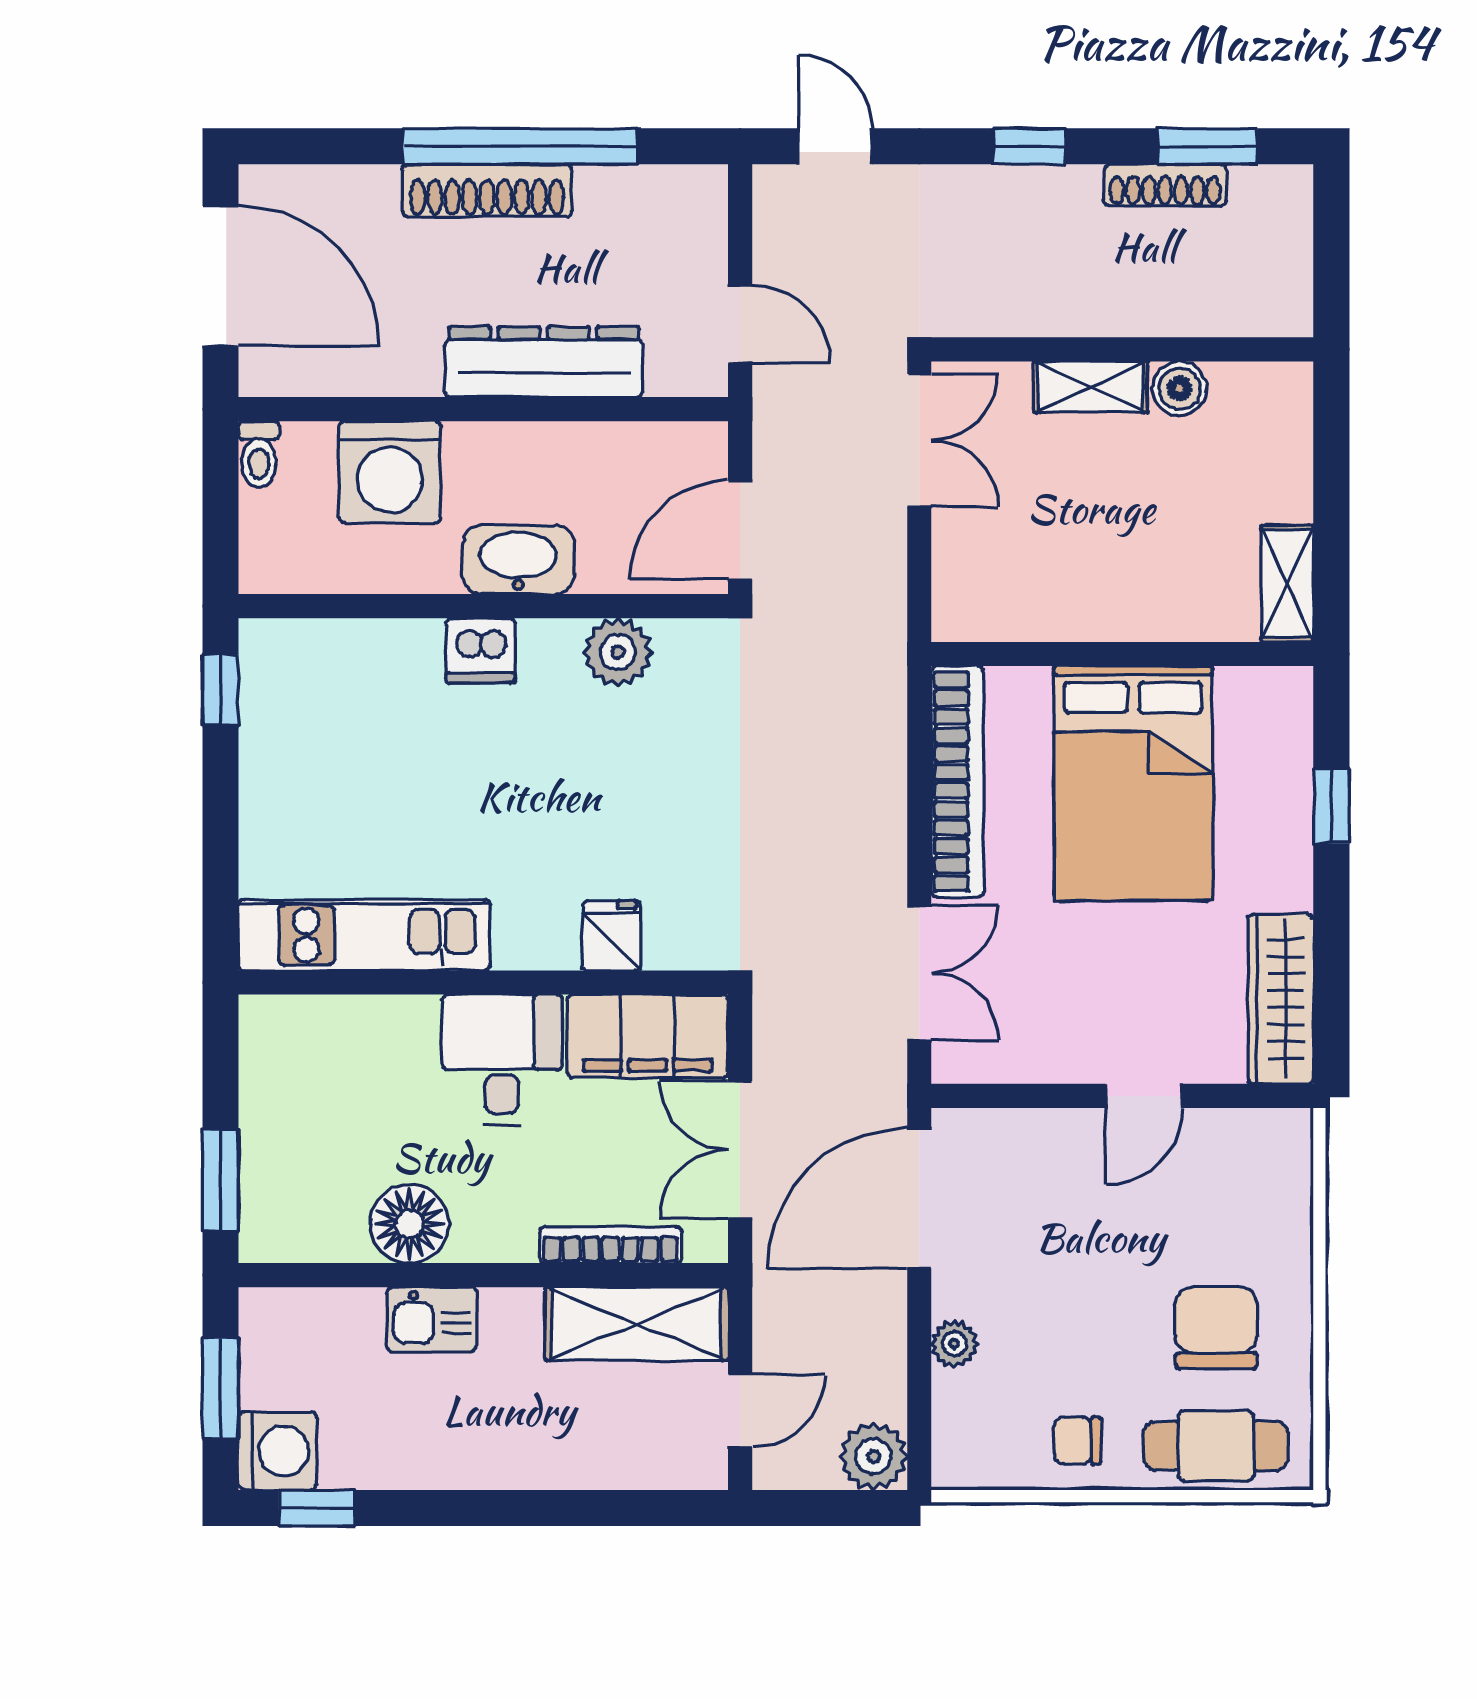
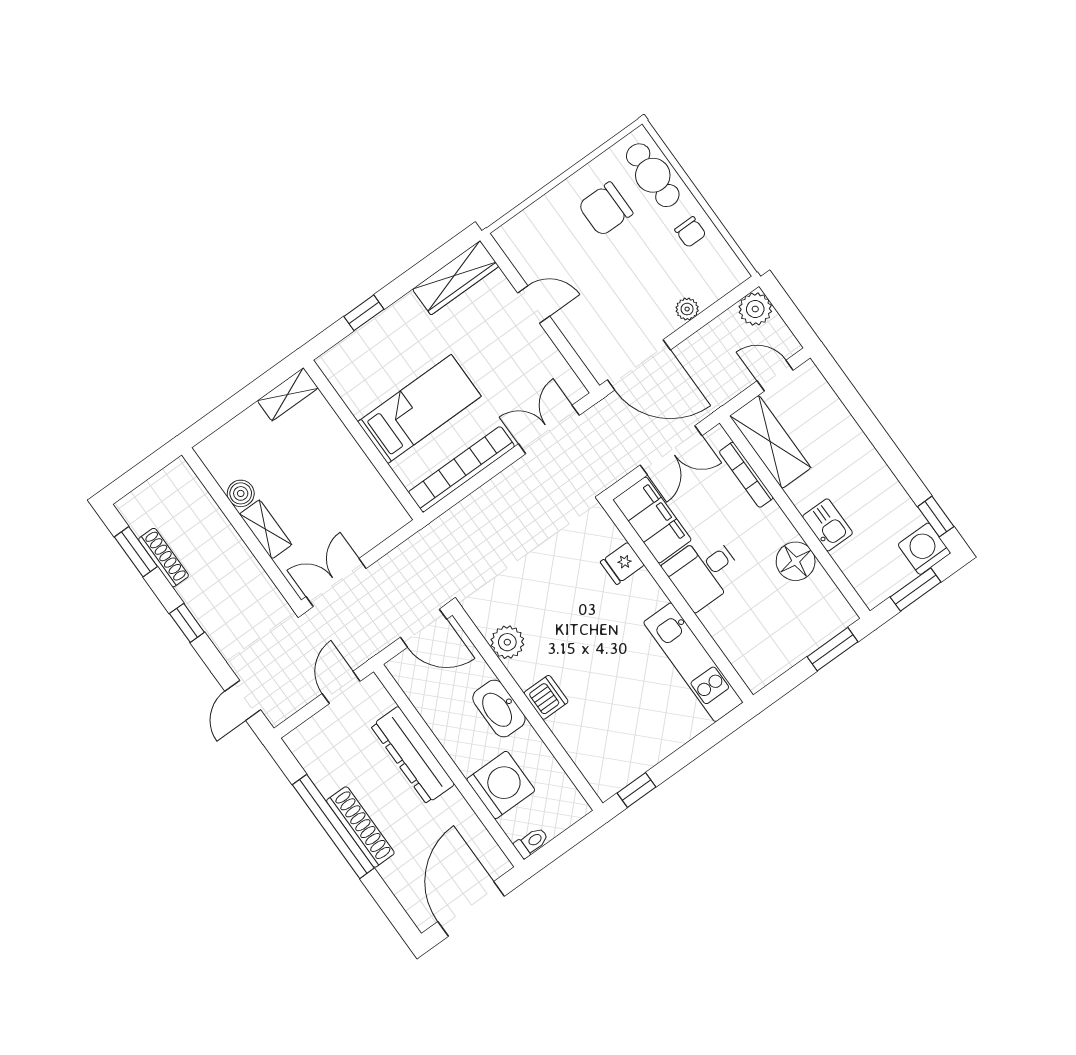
bed: (1133, 783) -> (419, 409), width x0.67

